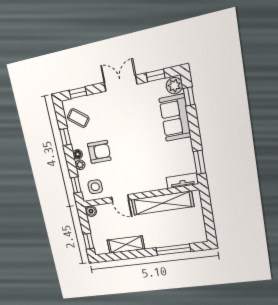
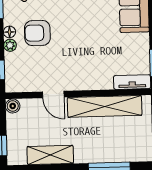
armchair: (99, 152) -> (37, 33), turned 180
side table: (95, 187) -> (24, 75), removed

